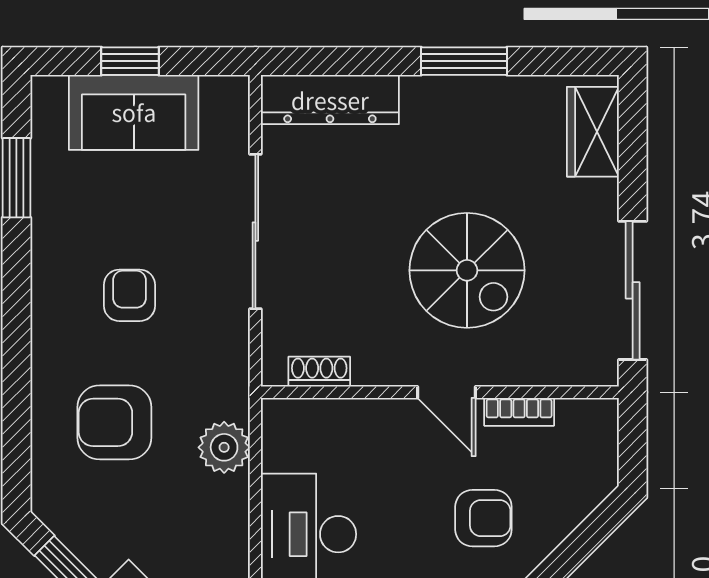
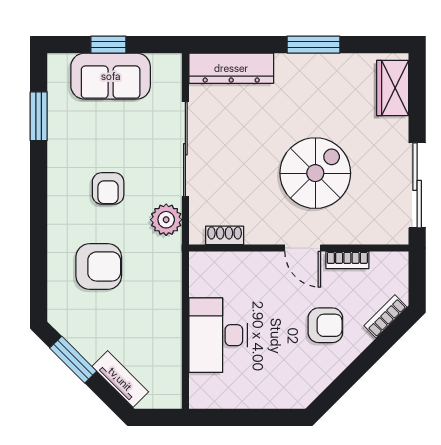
spiral stairs: (467, 270) -> (315, 173), turned -90
armchair: (129, 295) -> (108, 188), turned 180
armchair: (114, 422) -> (99, 266), turned 180
plant: (224, 447) -> (166, 220), moved
bookcase: (581, 504) -> (385, 316), added

